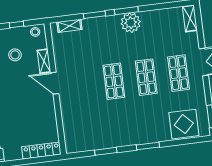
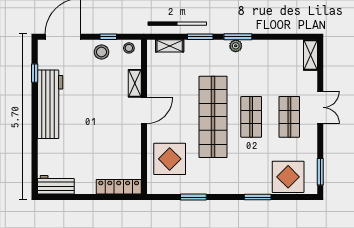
plant: (131, 23) -> (236, 46), width x0.53, depth x0.53
stool: (15, 55) -> (101, 52), moved
shop shelf: (114, 81) -> (213, 117), width x2.00, depth x1.36
door: (55, 83) -> (144, 110), swing flipped
display table: (82, 122) -> (170, 159), added
window: (148, 146) -> (258, 197), moved

